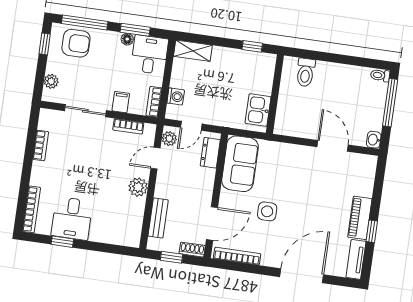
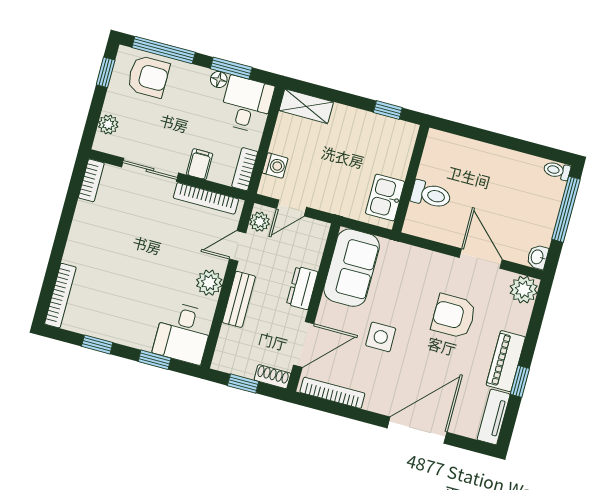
toilet: (306, 72) -> (431, 195), moved, turned -90
bookcase: (128, 126) -> (206, 198), width x1.56
bookcase: (41, 145) -> (91, 180), moved
dresser: (210, 153) -> (302, 288), moved
plant: (367, 165) -> (524, 290), added
armchair: (318, 190) -> (454, 316), added
desk: (72, 218) -> (183, 333), moved
bench: (158, 218) -> (239, 299), moved
window: (105, 248) -> (155, 360), added

